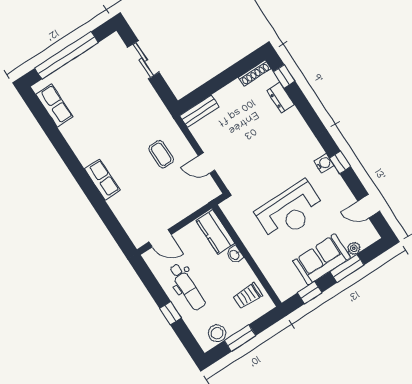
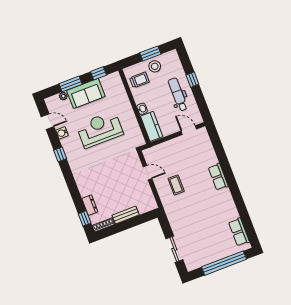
bench: (199, 111) -> (126, 215), moved
water cooler: (324, 163) -> (62, 133), moved
stool: (217, 333) -> (155, 66), moved

